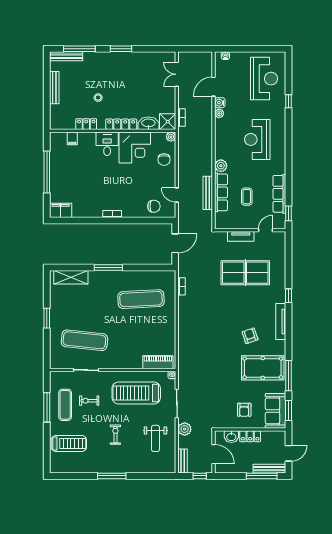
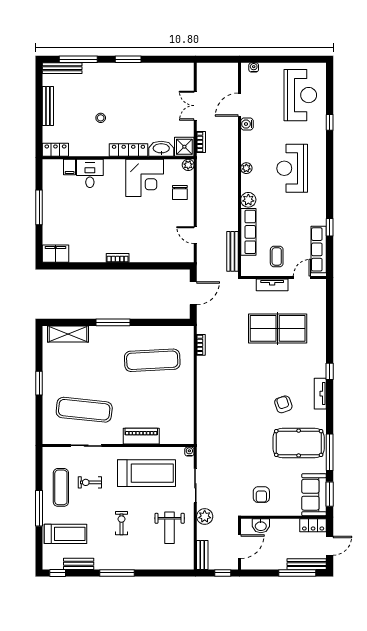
double door: (177, 74) -> (195, 106), moved
plant: (219, 113) -> (246, 168), moved
locker: (86, 124) -> (55, 150), moved
desk: (107, 144) -> (90, 173), moved
window: (47, 172) -> (39, 207), width x0.68
bench: (208, 193) -> (232, 251), moved
row of seats: (279, 194) -> (319, 249), moved
coffee table: (247, 197) -> (277, 256), moved
chair: (154, 206) -> (168, 249), removed
window: (289, 213) -> (330, 227), moved
window: (289, 296) -> (330, 371), moved
tv unit: (281, 322) -> (320, 394), width x0.71
piano: (158, 362) -> (141, 436), moved
treadmill: (136, 393) -> (146, 473), turned 180
window: (47, 407) -> (39, 508), moved
armchair: (244, 410) -> (261, 495), moved
locker: (250, 436) -> (313, 525), moved
door: (213, 454) -> (239, 547), hinge flipped
bench: (80, 468) -> (79, 564), added
window: (62, 476) -> (58, 573), added

